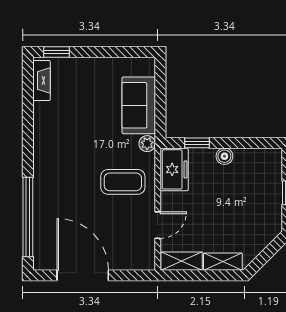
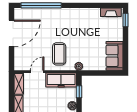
sofa: (139, 105) -> (114, 56), moved, turned -90
freezer: (174, 169) -> (61, 80), width x1.40
door: (158, 225) -> (37, 72), swing flipped

